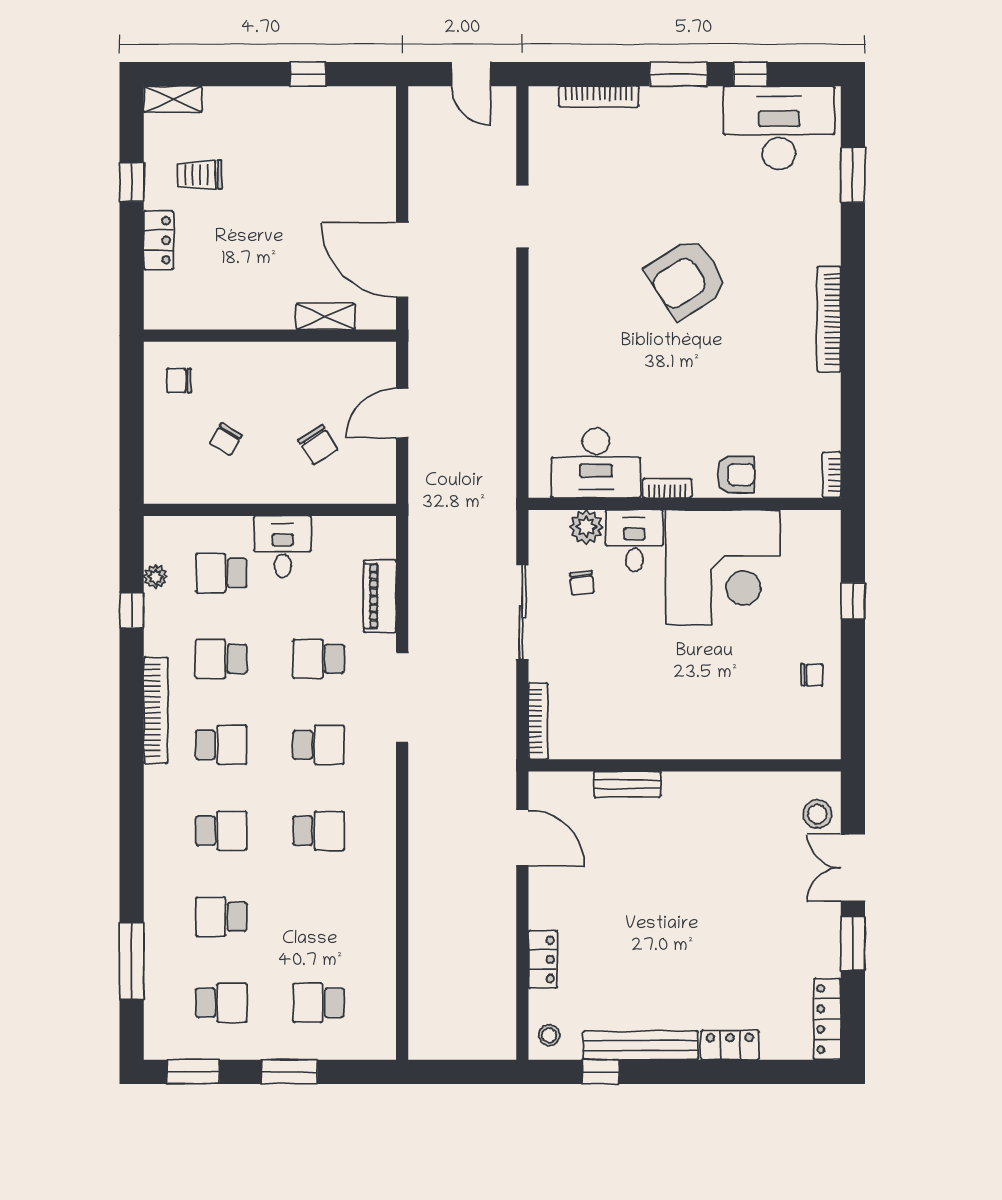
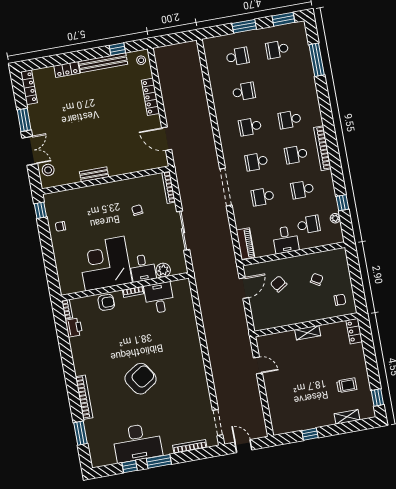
shelving: (173, 99) -> (347, 417), moved
desk: (779, 128) -> (137, 443), moved
window: (132, 182) -> (377, 397), moved
doorway: (522, 217) -> (218, 423), moved
locker: (159, 240) -> (354, 331), moved
door: (402, 260) -> (258, 365), width x0.53
shelving: (326, 316) -> (308, 333), moved
bookcase: (829, 319) -> (84, 397), moved
door: (402, 413) -> (244, 288), moved
printer: (823, 428) -> (74, 328), added
desk: (596, 463) -> (159, 298), width x0.73
armchair: (736, 475) -> (106, 302), turned 180
chair: (582, 583) -> (137, 210), moved
piano: (380, 596) -> (245, 244), moved
window: (853, 601) -> (40, 210), moved
school desk: (221, 659) -> (302, 190), turned 180
school desk: (319, 659) -> (263, 197), turned 180
bookcase: (156, 710) -> (322, 148), moved
bench: (627, 784) -> (94, 174), moved
school desk: (221, 917) -> (244, 92), moved
locker: (543, 959) -> (150, 97), width x1.53

